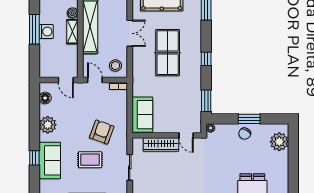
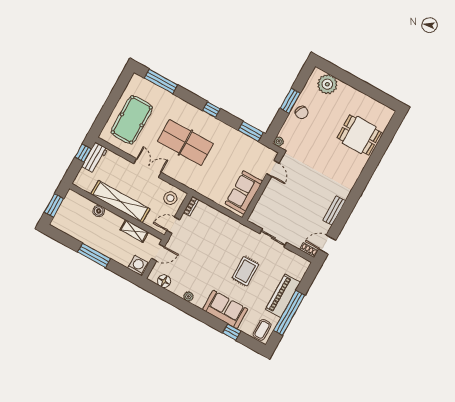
washing machine: (46, 32) -> (138, 265), moved
shelving: (72, 32) -> (134, 231), moved
sofa: (142, 115) -> (244, 192), moved, turned -90
plant: (48, 125) -> (188, 296), width x0.53, depth x0.53
armchair: (102, 132) -> (226, 246), removed
door: (186, 135) -> (273, 168), hinge flipped
wardrobe: (161, 145) -> (268, 197), removed
window: (34, 158) -> (232, 332), moved

